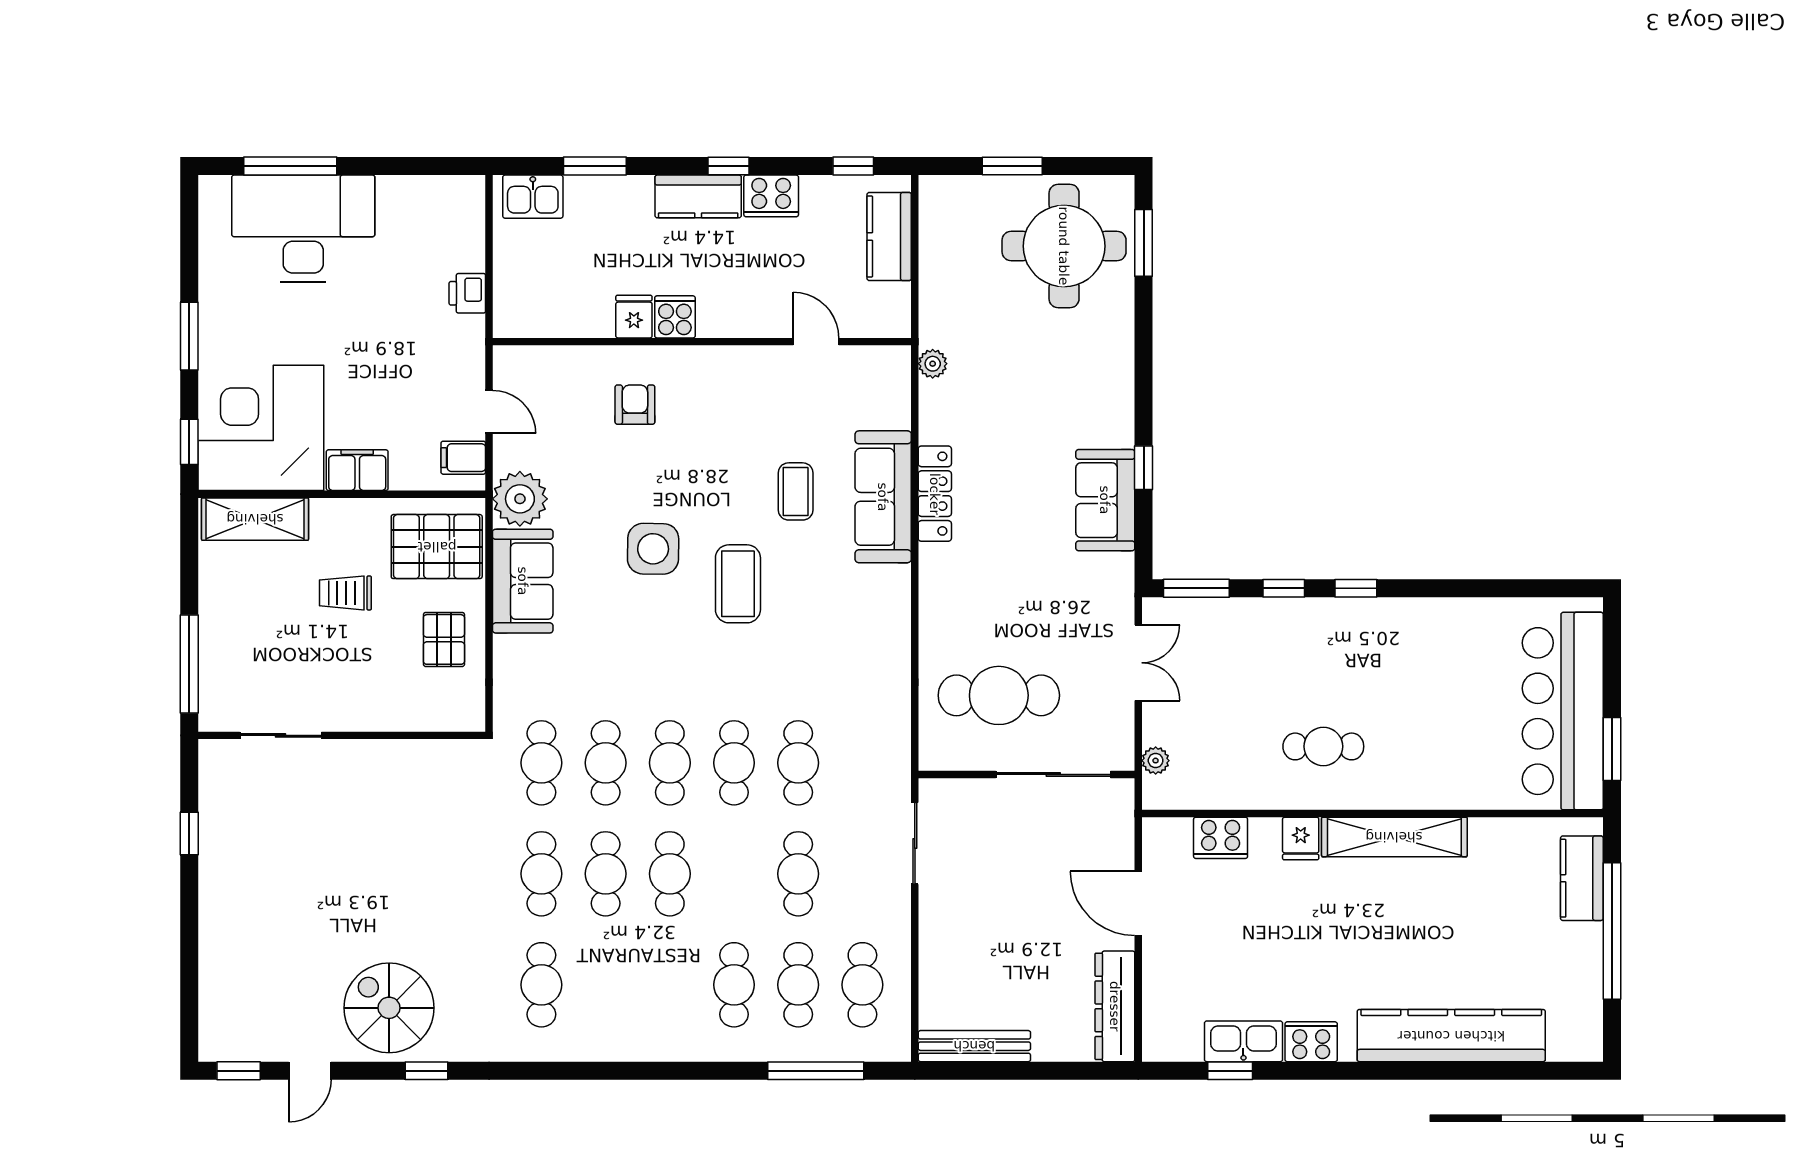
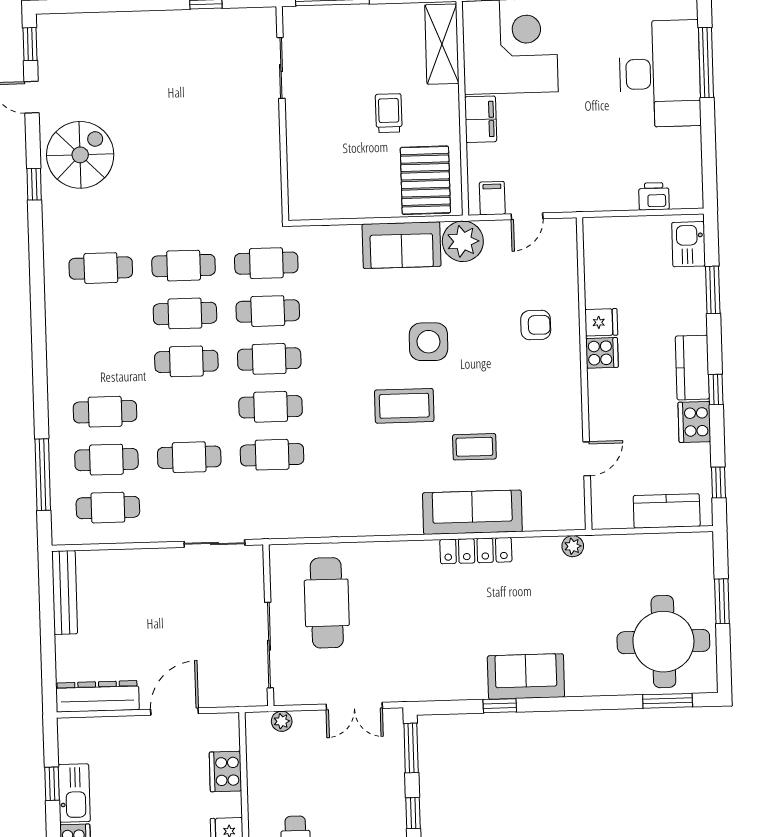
printer: (467, 293) -> (654, 196), moved
sofa: (1105, 500) -> (526, 676), moved
pallet: (444, 639) -> (356, 188), removed

